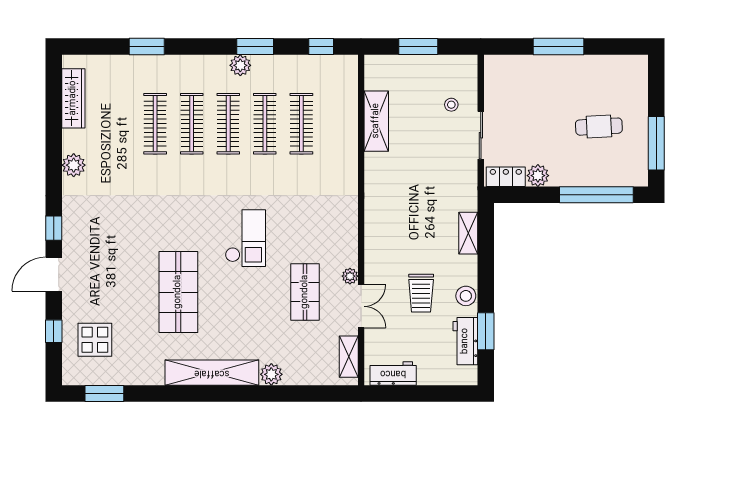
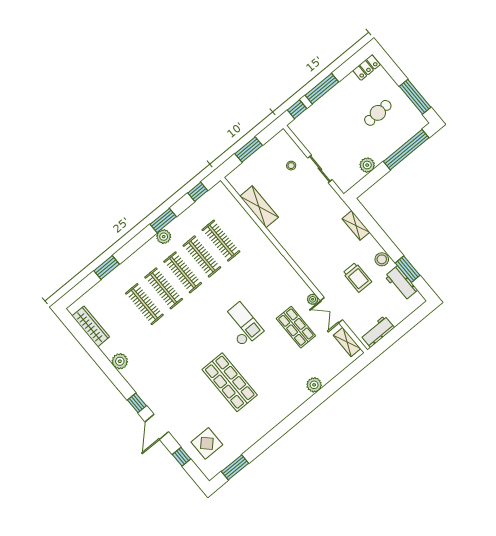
window: (511, 47) -> (297, 109), added
locker: (506, 177) -> (367, 68), moved, turned 180
double door: (361, 306) -> (332, 310), swing flipped
shelving: (212, 373) -> (282, 410), removed

